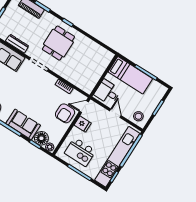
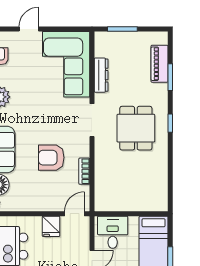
dining table: (58, 43) -> (136, 128), turned 90
door: (84, 107) -> (74, 214), hinge flipped
armchair: (65, 113) -> (51, 158), moved

